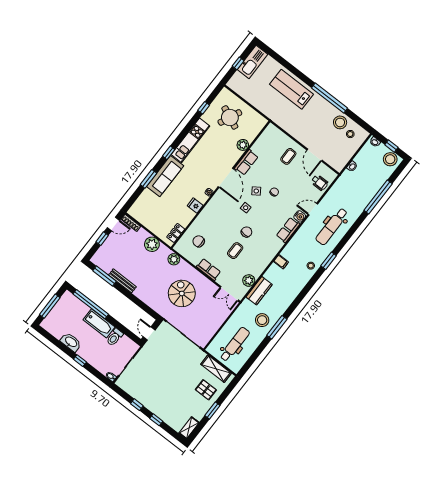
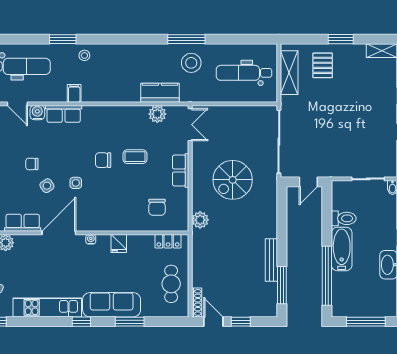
cafe table: (151, 217) -> (171, 284), added
plant: (152, 244) -> (202, 259), removed
filing cabinet: (281, 262) -> (74, 93), moved

